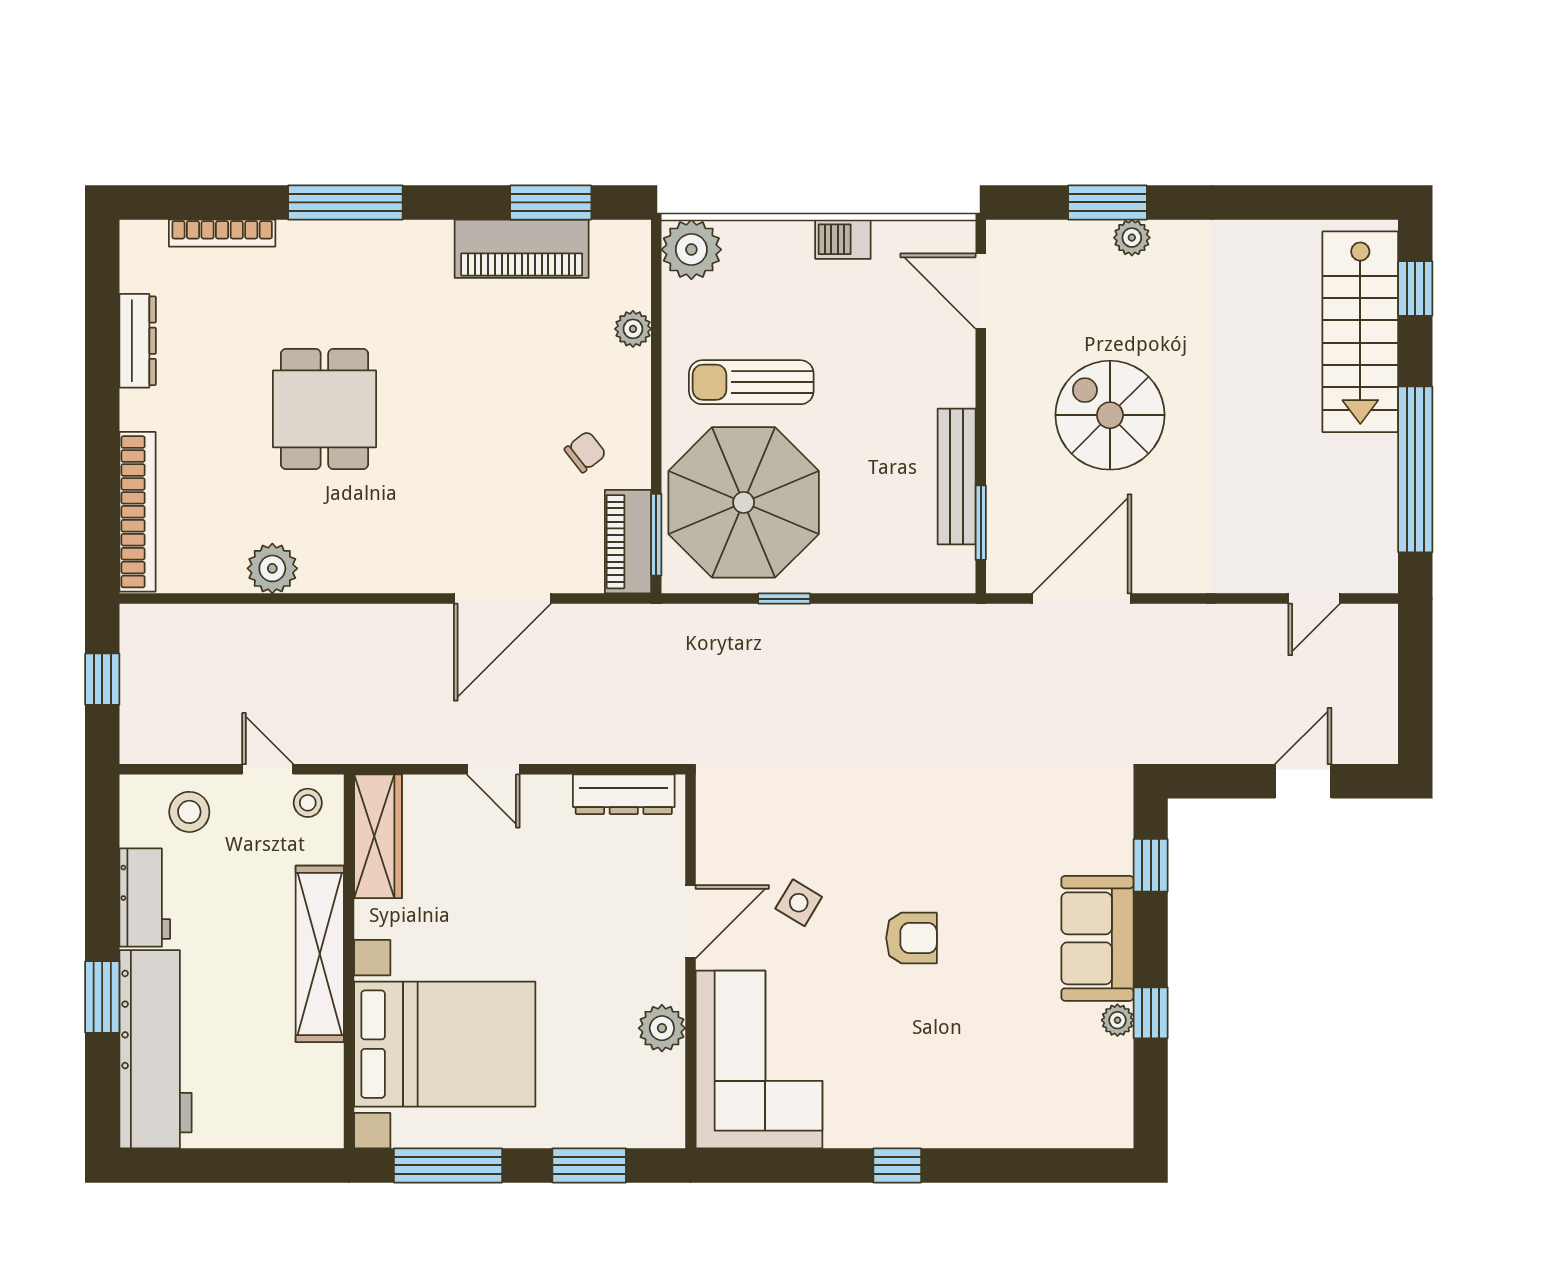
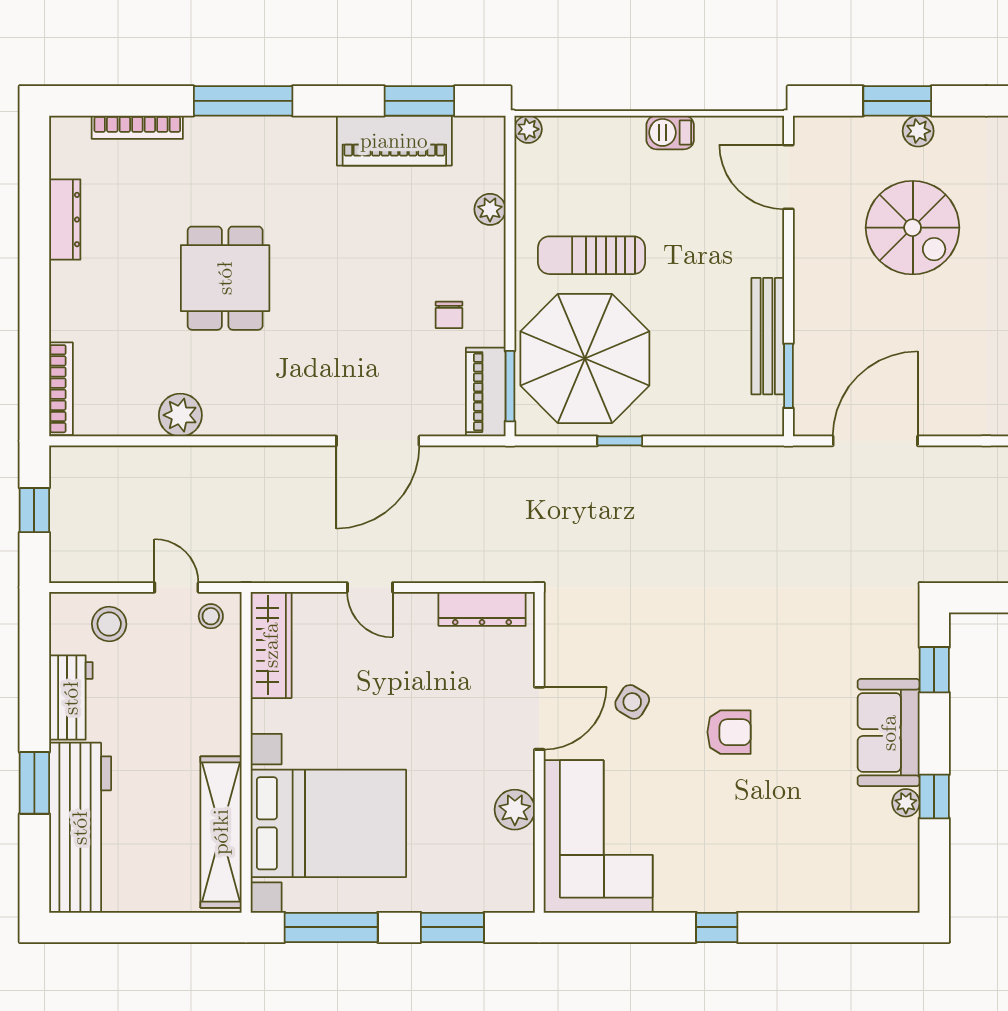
plant: (691, 250) -> (528, 129), width x0.53, depth x0.53
spiral stairs: (1110, 415) -> (913, 228), moved, turned 180
chair: (585, 452) -> (449, 315), turned 128
bookcase: (137, 512) -> (61, 389), width x0.68, depth x0.76
shelving: (320, 954) -> (221, 832), moved

